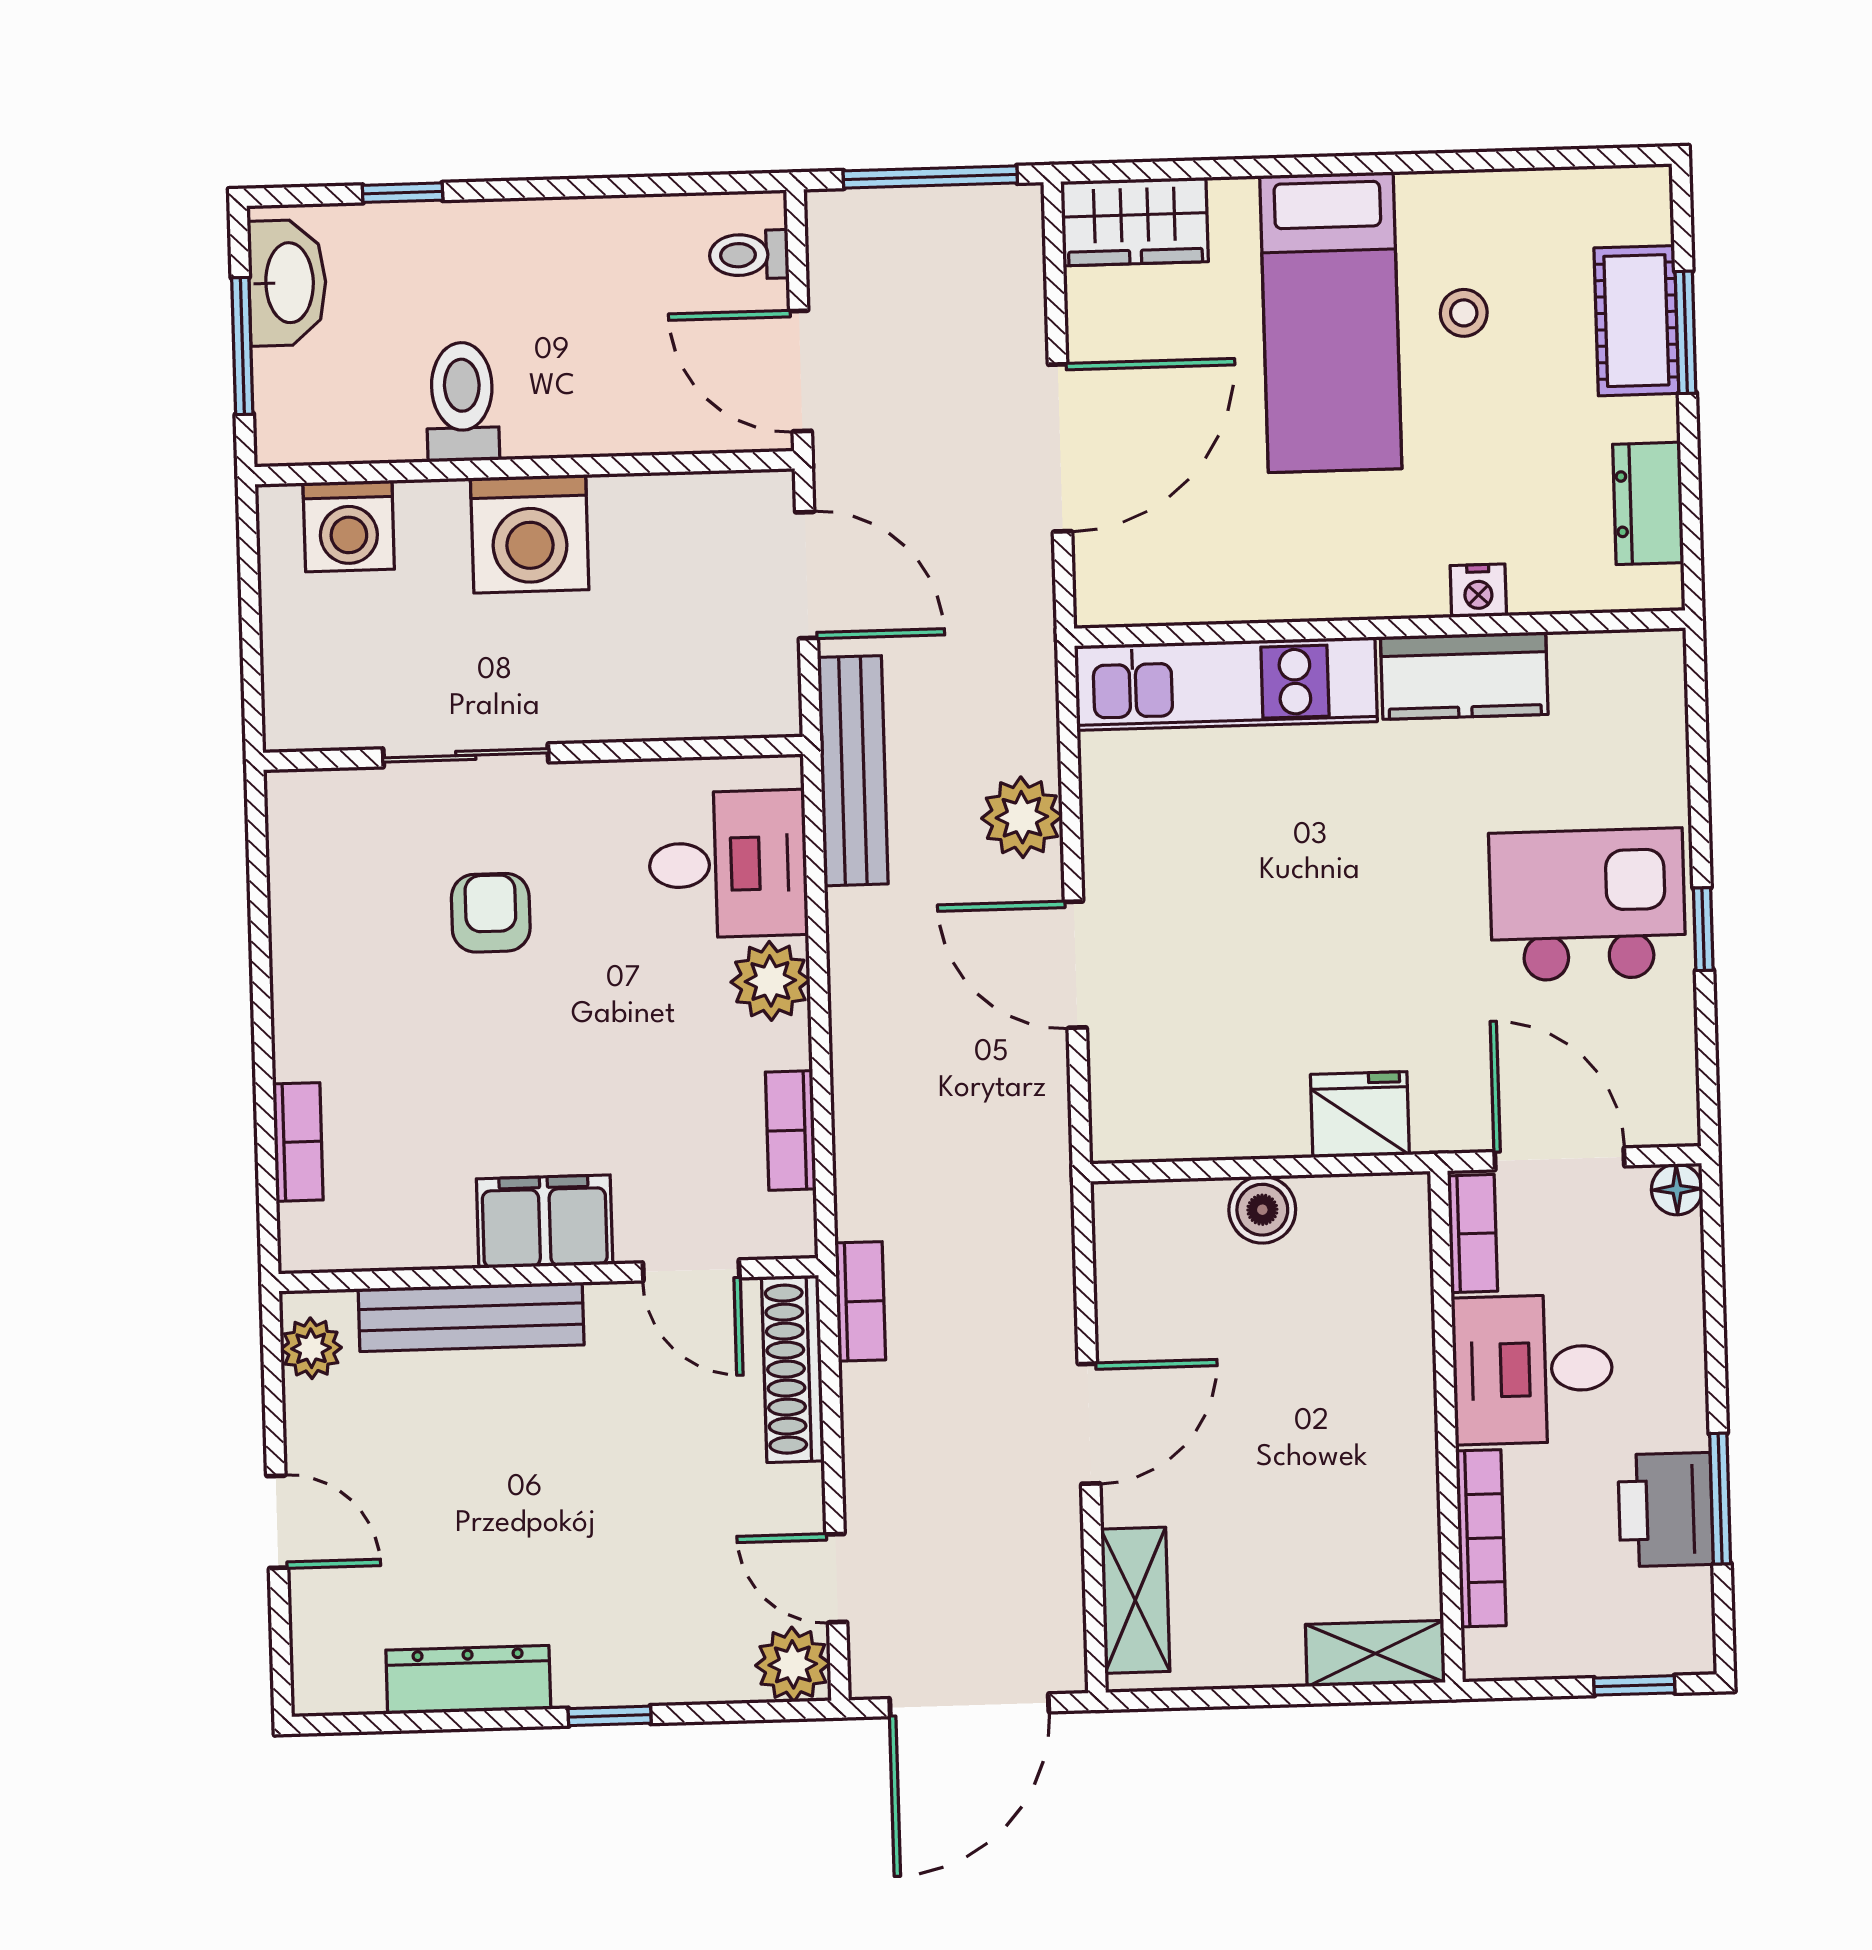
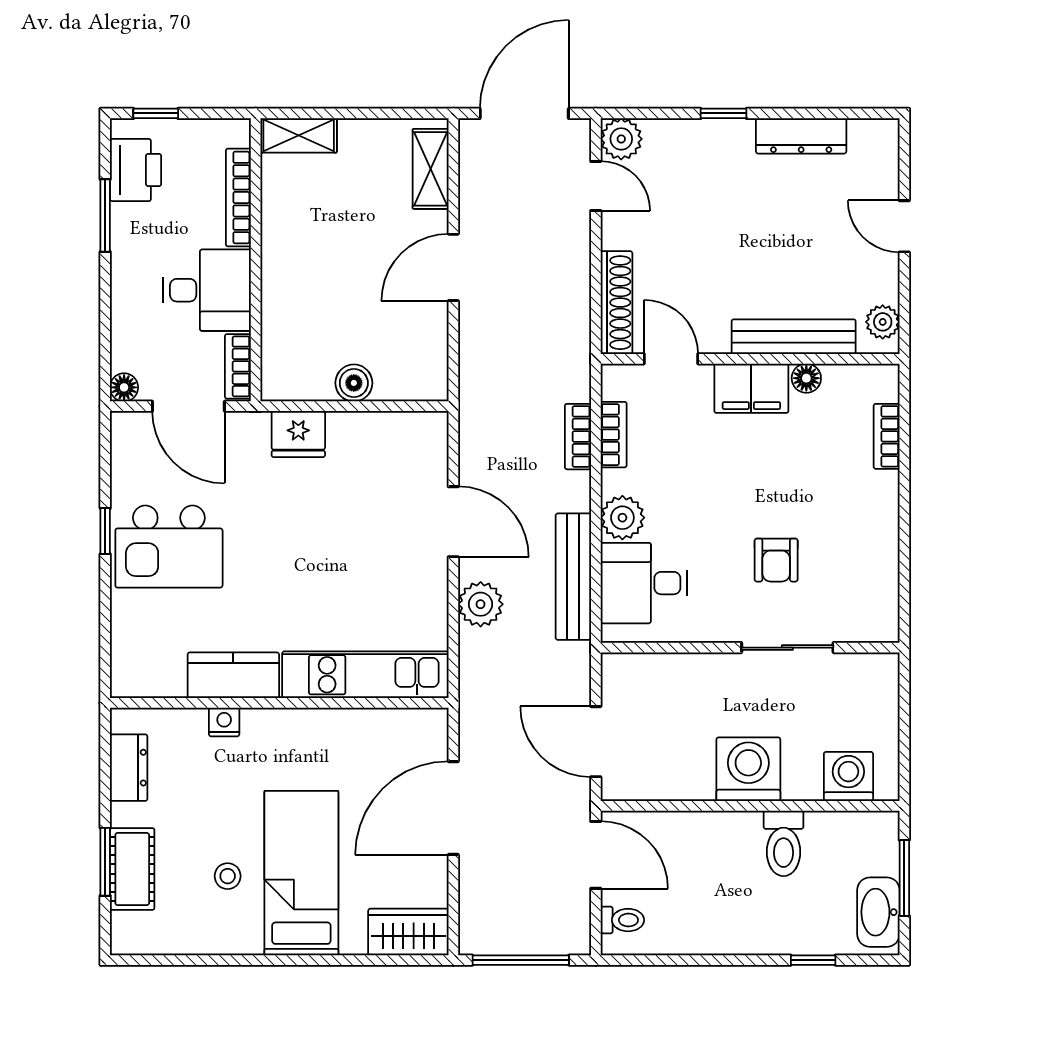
bench: (853, 771) -> (573, 577), moved
floor lamp: (446, 1243) -> (806, 378), added
bookcase: (860, 1301) -> (578, 437), moved
printer: (1666, 1510) -> (136, 170), moved

